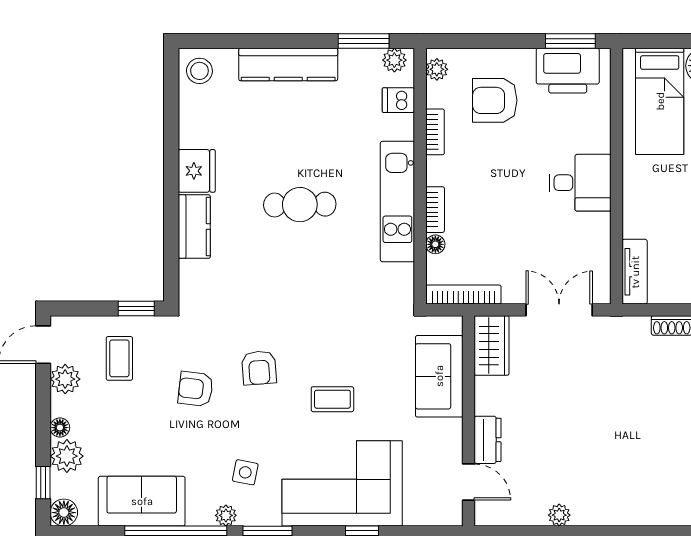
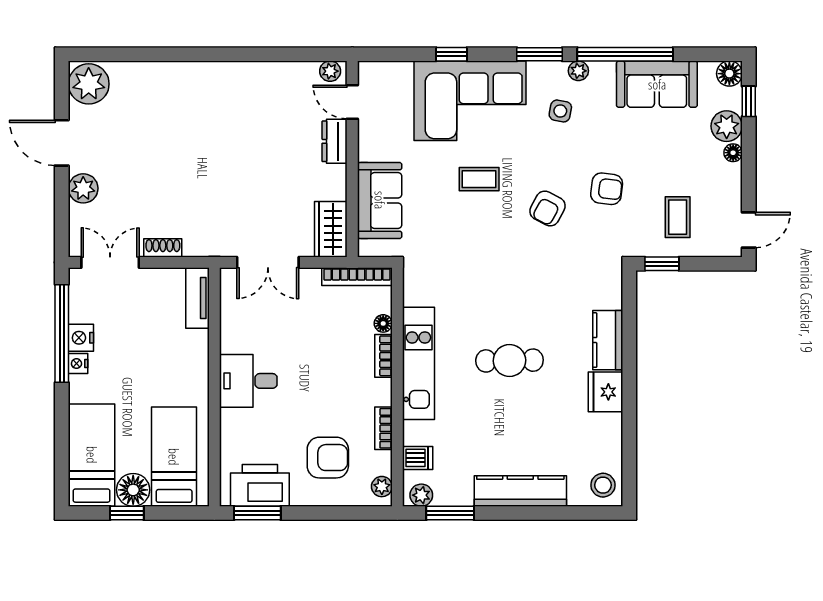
armchair: (259, 368) -> (547, 208), turned -148
plant: (65, 379) -> (728, 198), removed
plant: (559, 515) -> (330, 71), moved

